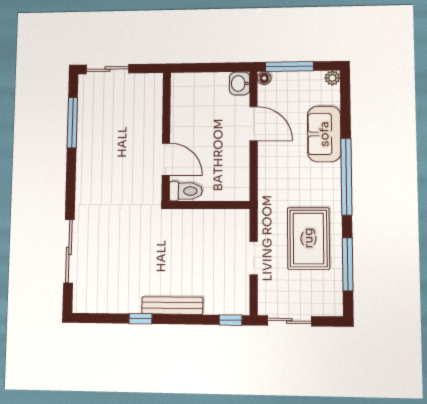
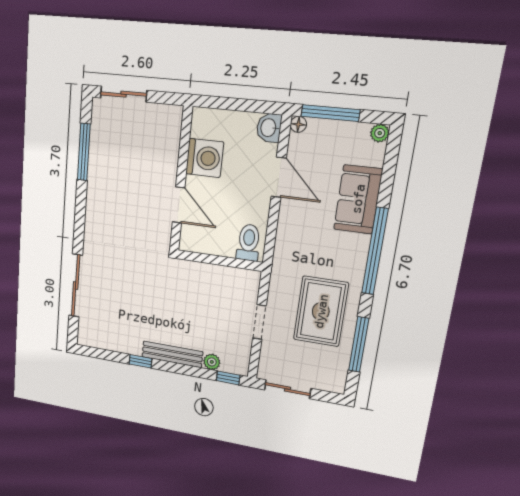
washing machine: (186, 115) -> (205, 158), added
toilet: (186, 191) -> (249, 243), moved, turned -90
plant: (213, 306) -> (212, 362), added

